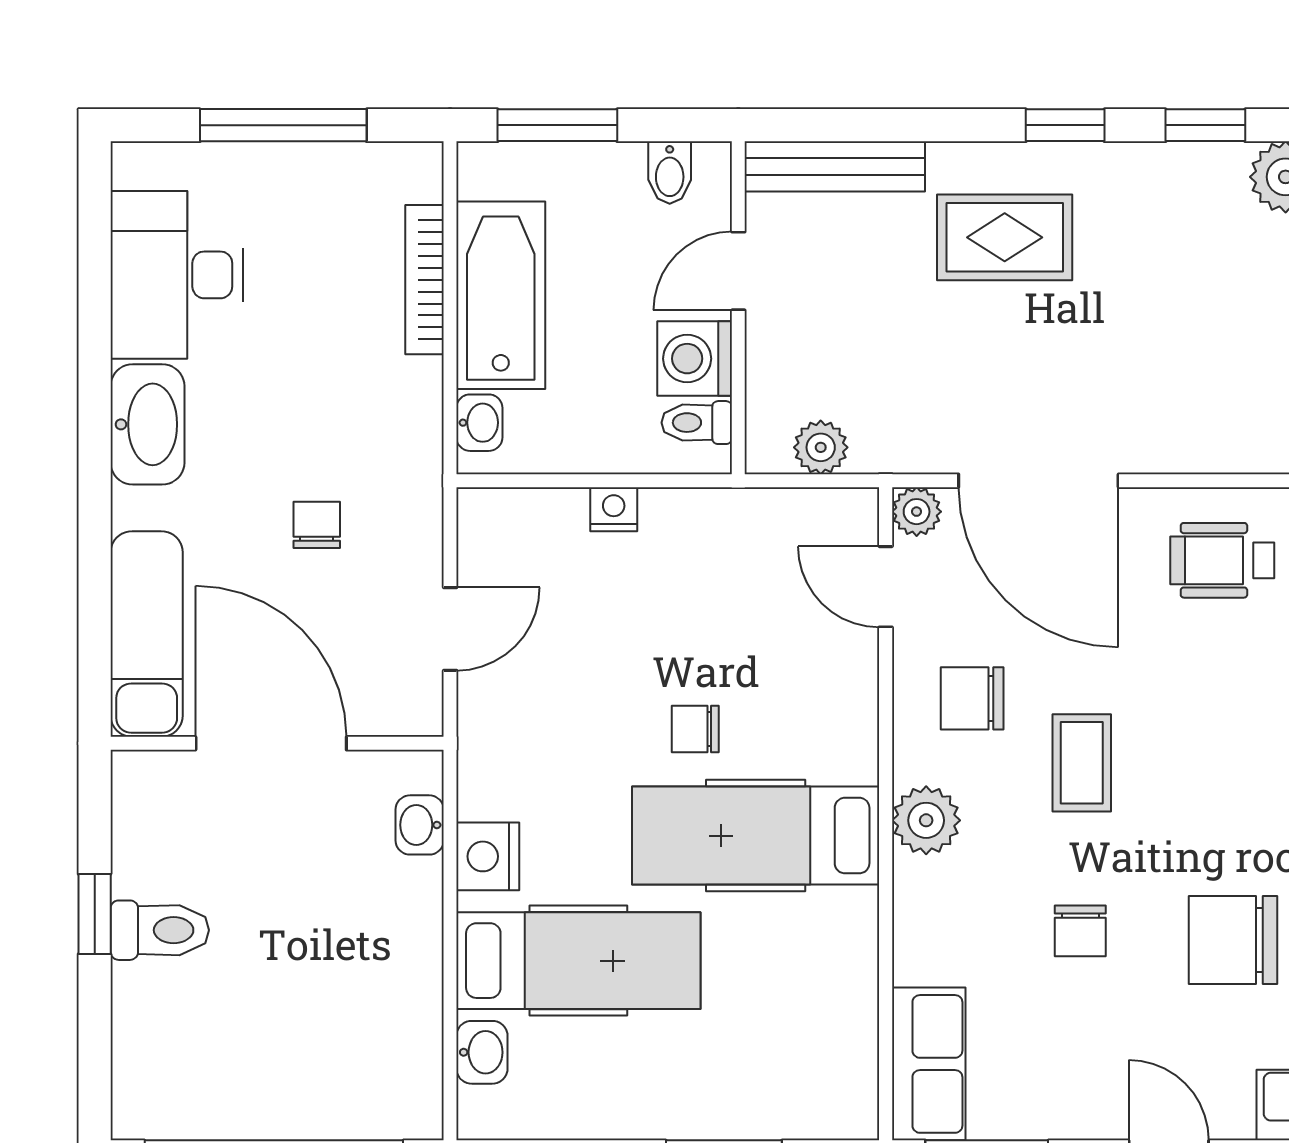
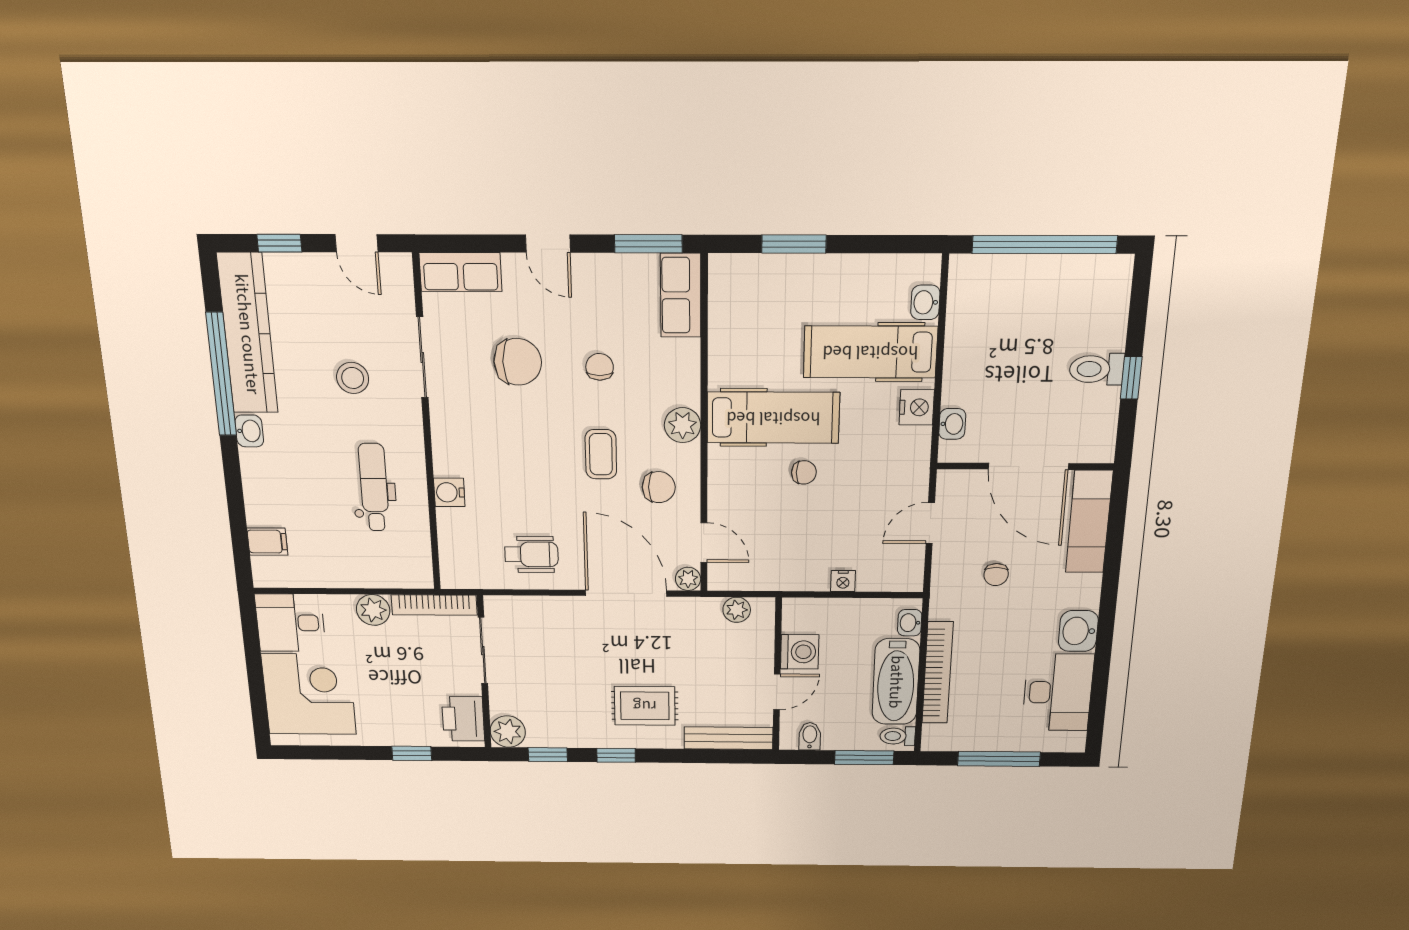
bookcase: (425, 280) -> (938, 673), width x1.48, depth x1.31
toilet: (697, 423) -> (898, 736), moved, turned 180
washbasin: (147, 424) -> (1078, 631), width x0.72

